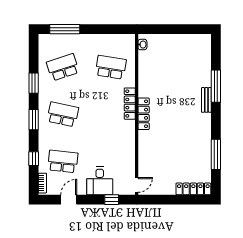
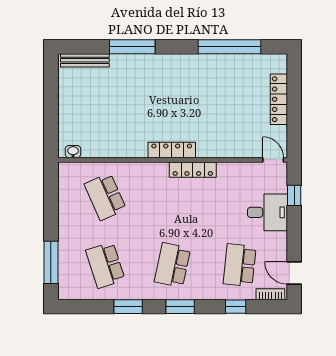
school desk: (111, 67) -> (105, 197), turned -33
bench: (206, 100) -> (85, 60), moved, width x1.36
locker: (130, 104) -> (193, 170), moved
window: (216, 154) -> (230, 47), width x1.46
locker: (193, 189) -> (279, 99), moved
door: (69, 200) -> (294, 273), moved

